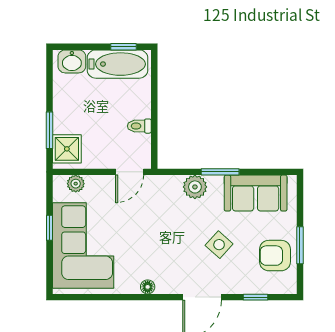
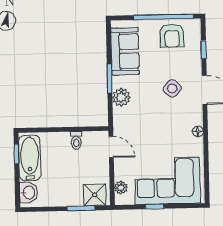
side table: (219, 245) -> (172, 88), moved
window: (300, 245) -> (164, 17), width x2.11

